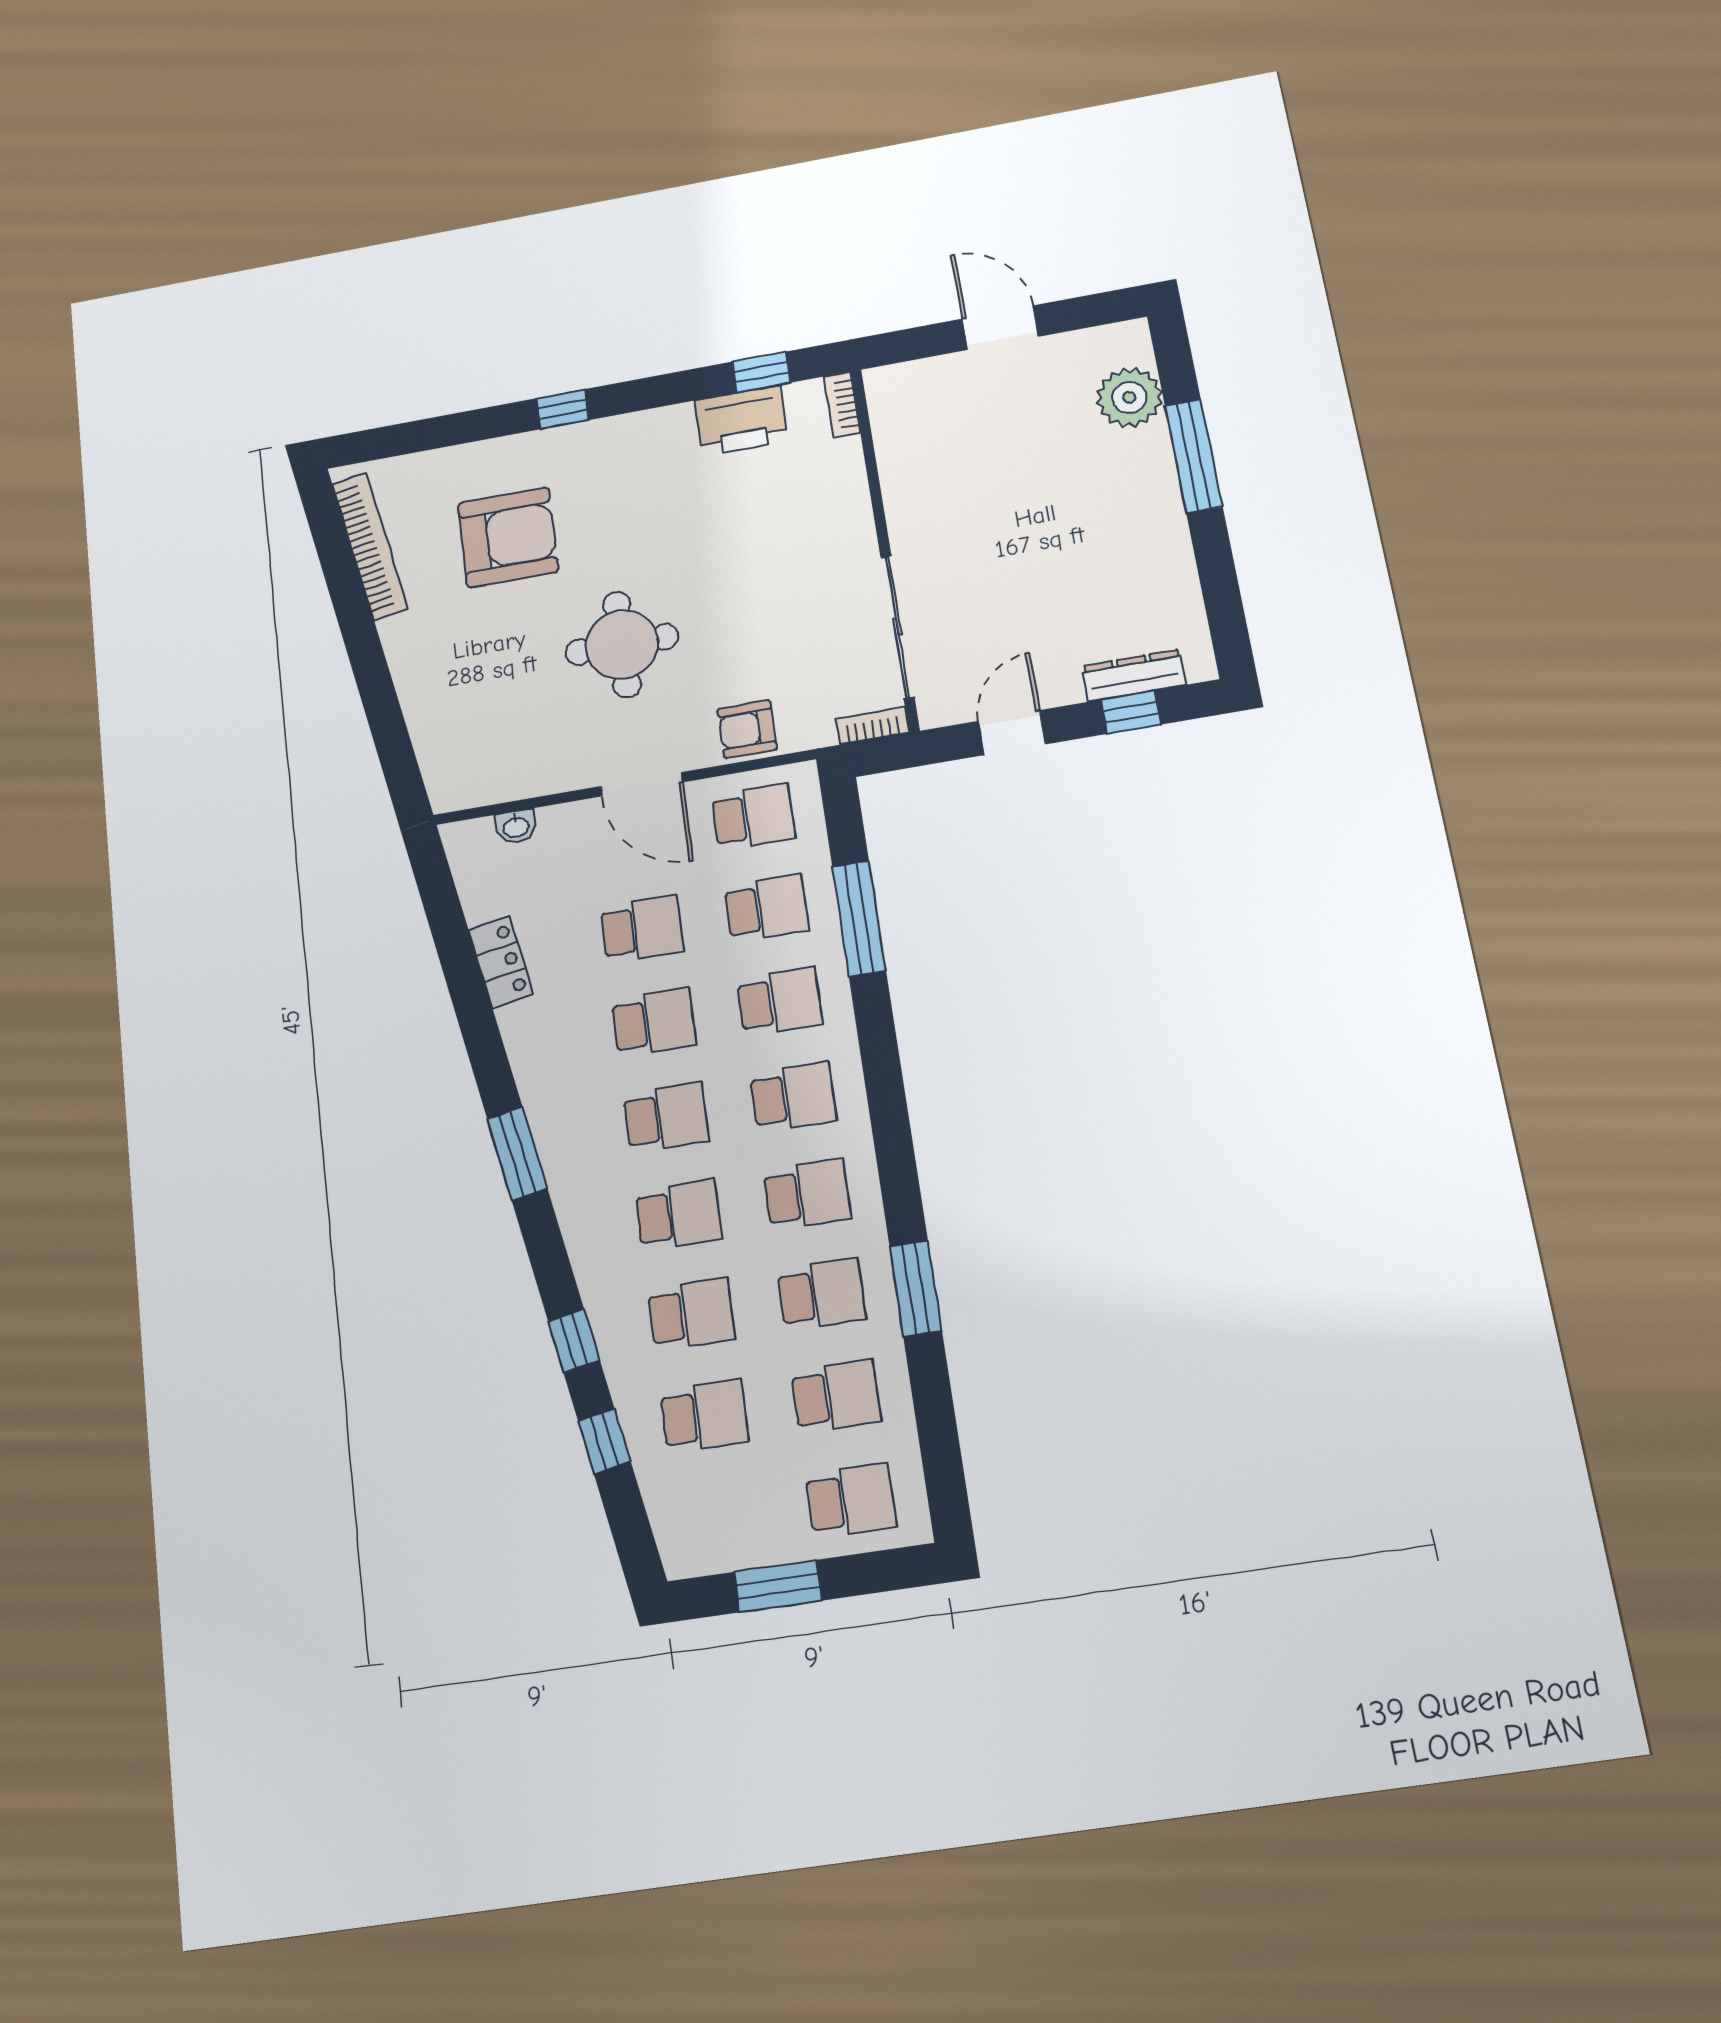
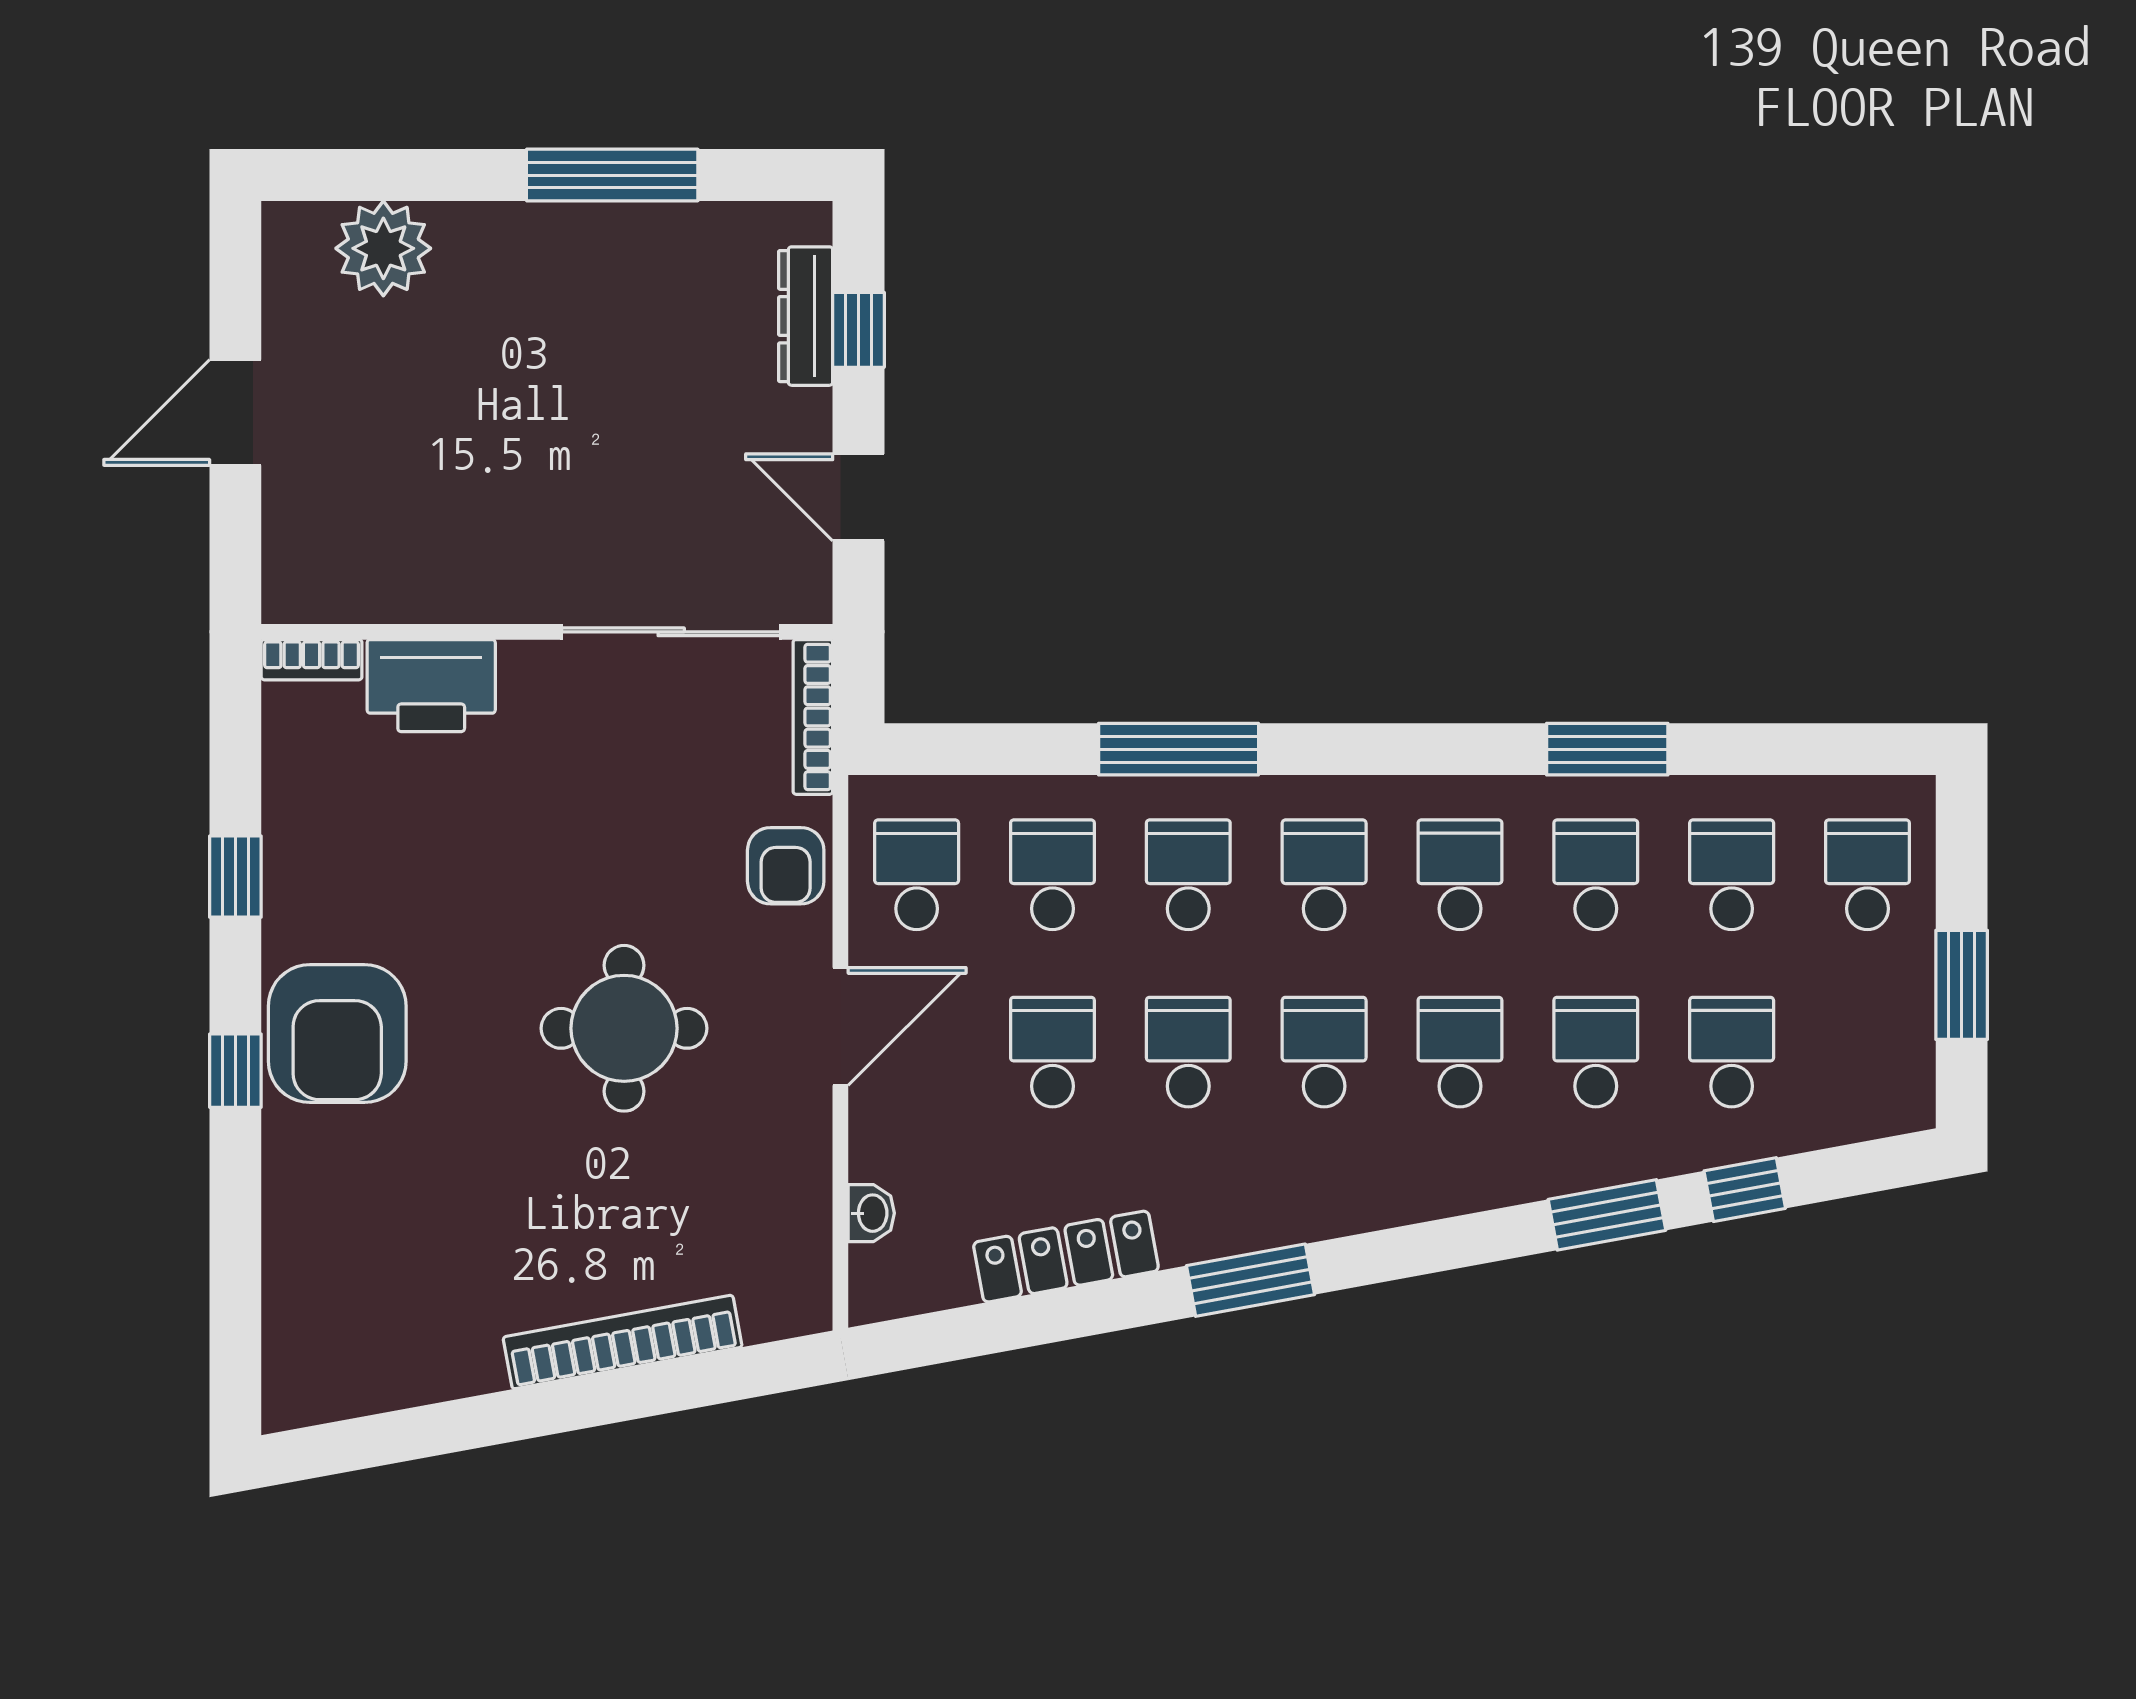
window: (761, 372) -> (235, 877), moved
printer: (741, 421) -> (431, 686), moved, turned 90
window: (1194, 456) -> (612, 175), moved
armchair: (508, 537) -> (337, 1034), moved, turned 180
bookcase: (370, 546) -> (623, 1342), moved
bookcase: (872, 726) -> (813, 717), width x1.56
window: (859, 918) -> (1179, 749), moved
locker: (501, 962) -> (1066, 1257), width x1.53
window: (517, 1154) -> (1250, 1280), moved
window: (574, 1341) -> (1607, 1215), width x1.50

